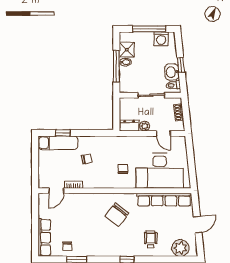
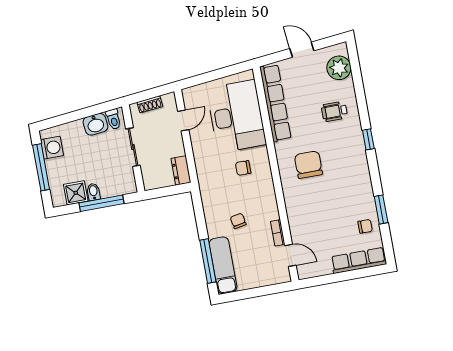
window: (181, 65) -> (83, 113), removed
plant: (145, 126) -> (178, 149), removed
window: (63, 133) -> (208, 261), width x2.17
chair: (117, 215) -> (308, 165), turned -128

